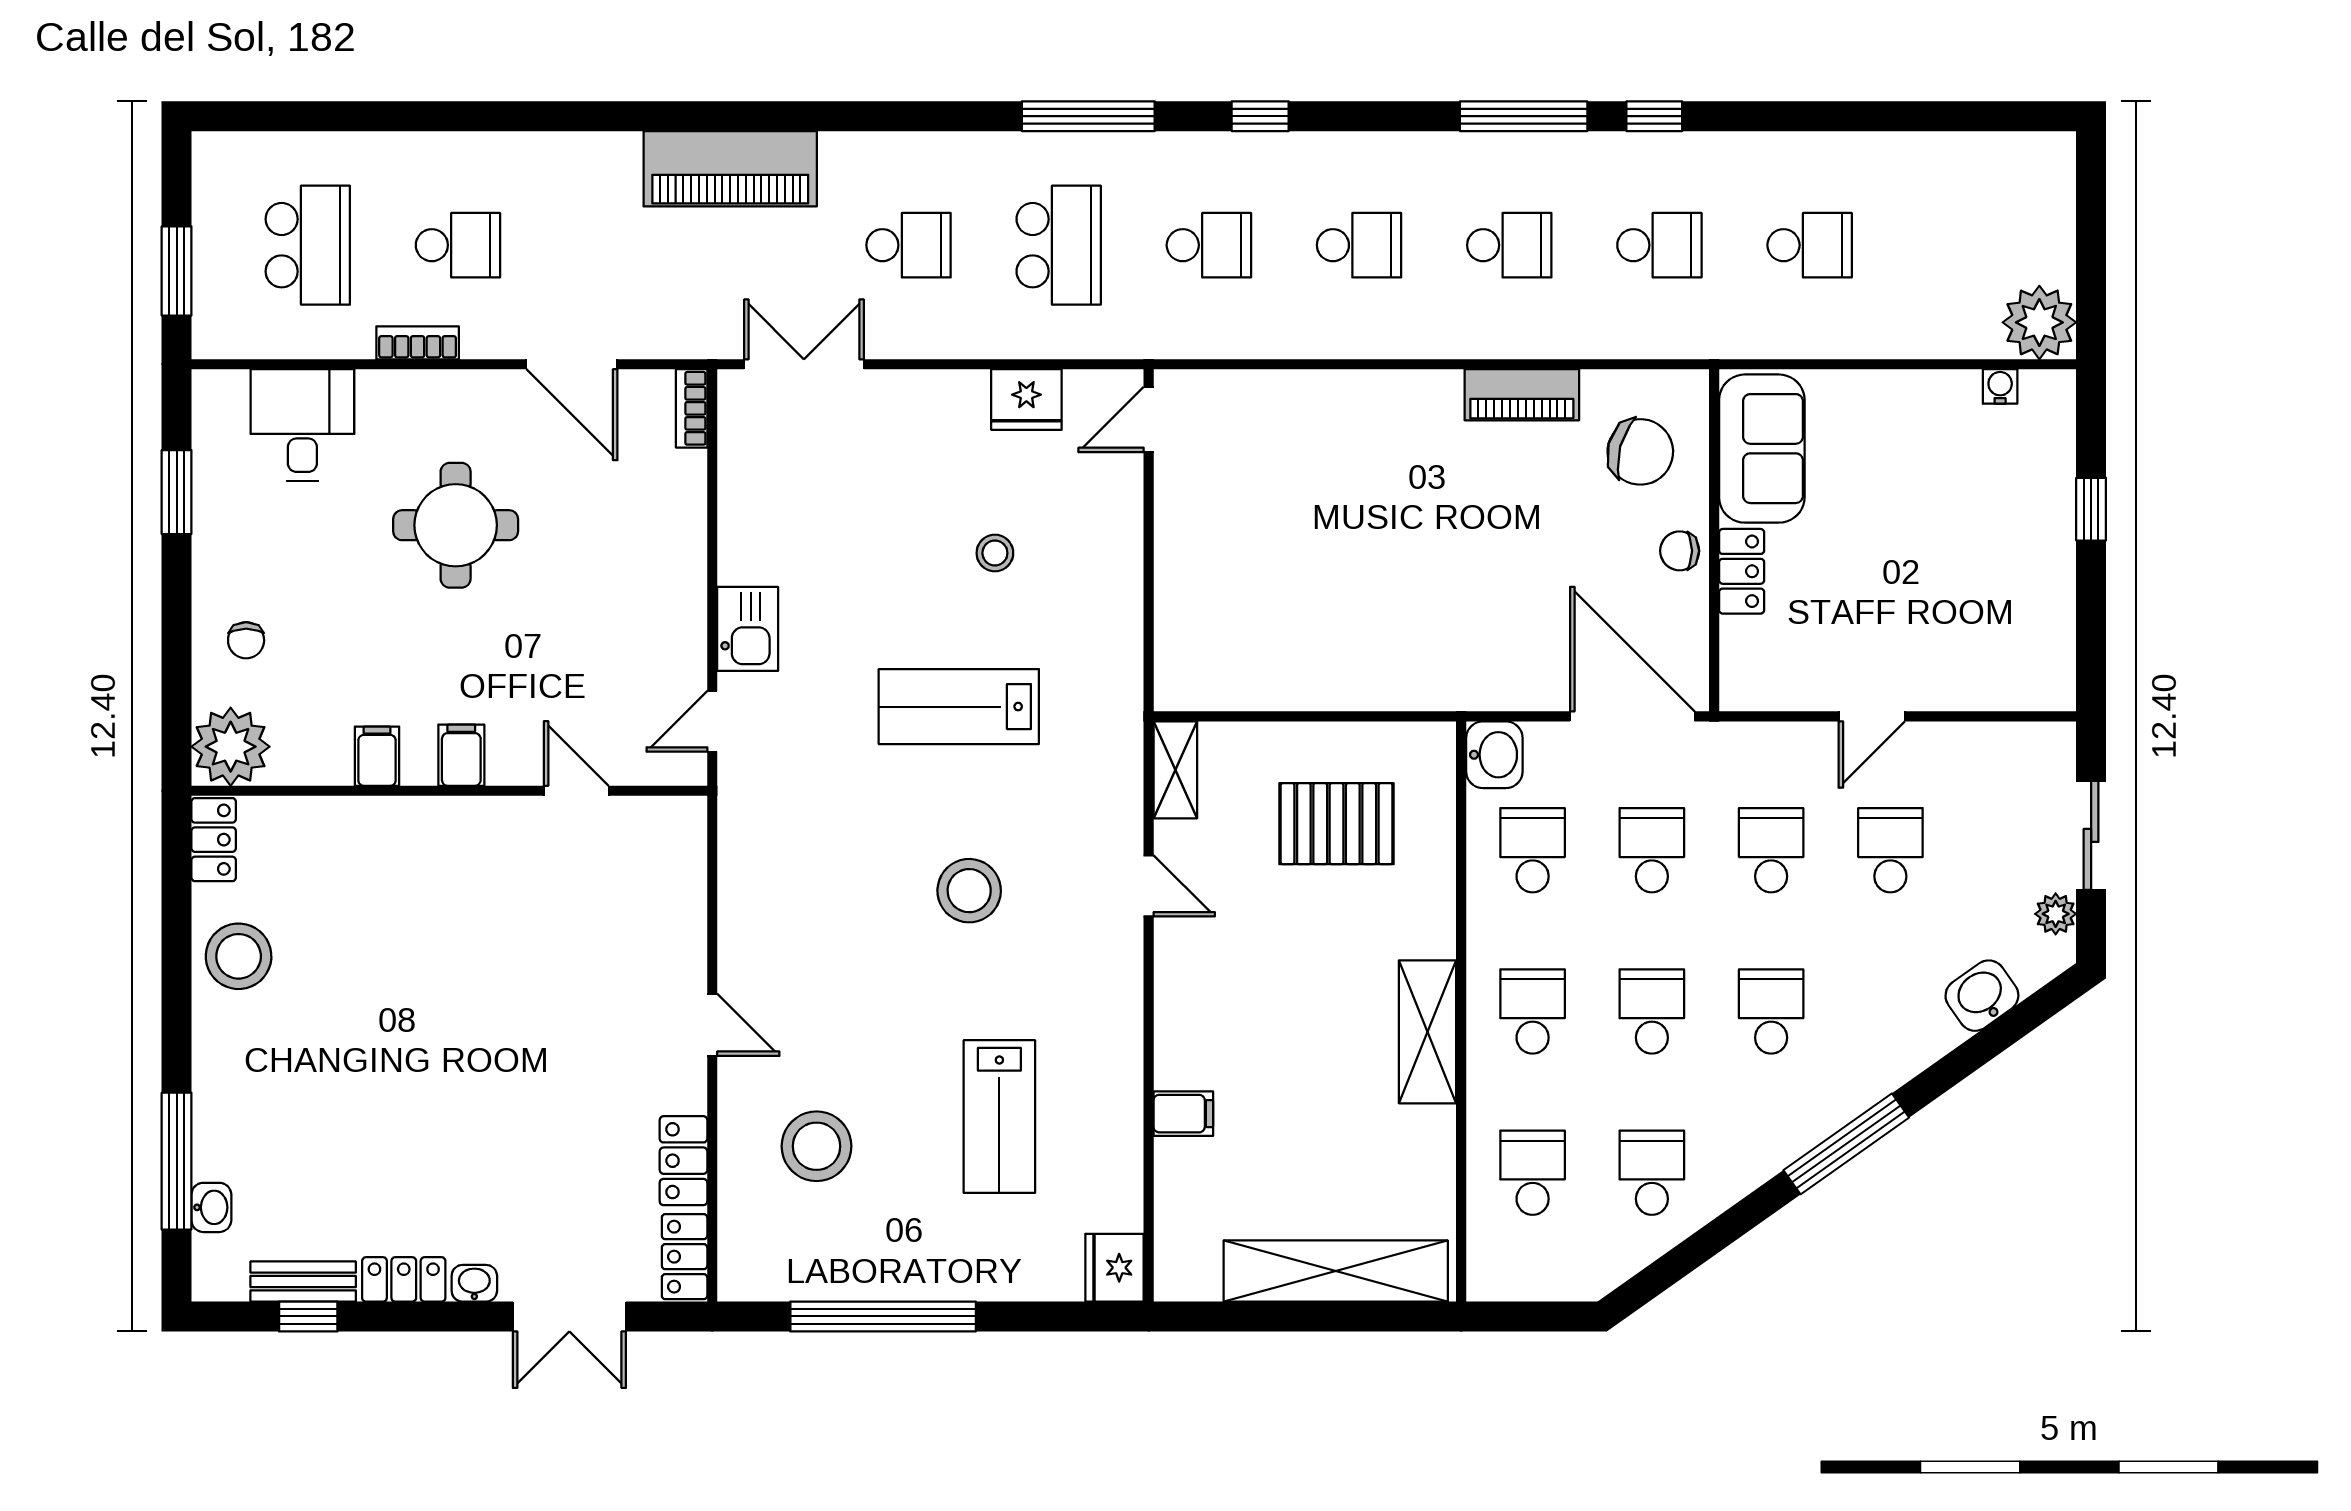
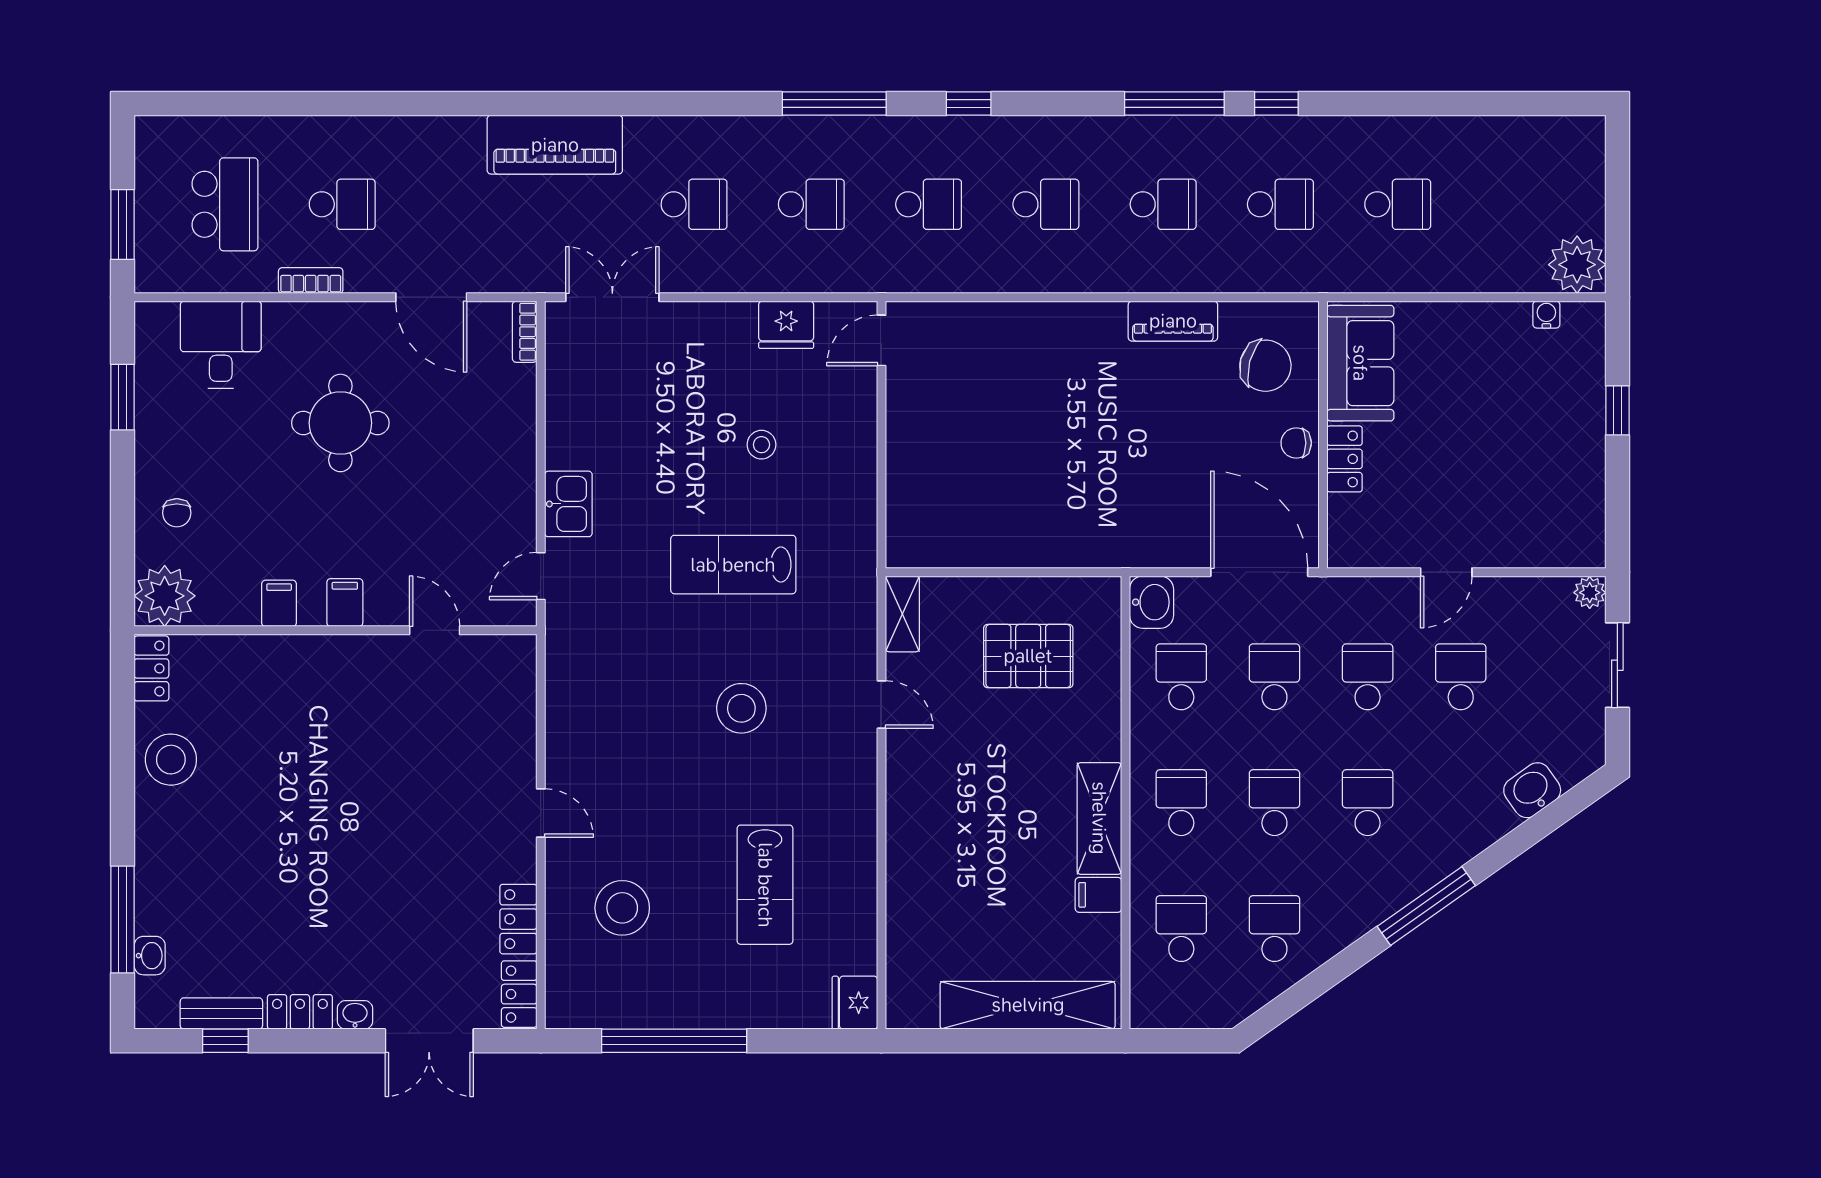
school desk: (1059, 245) -> (811, 204), width x0.54
plant: (2056, 914) -> (1590, 593), moved
filing cabinet: (1183, 1114) -> (1098, 895), moved, turned 180

